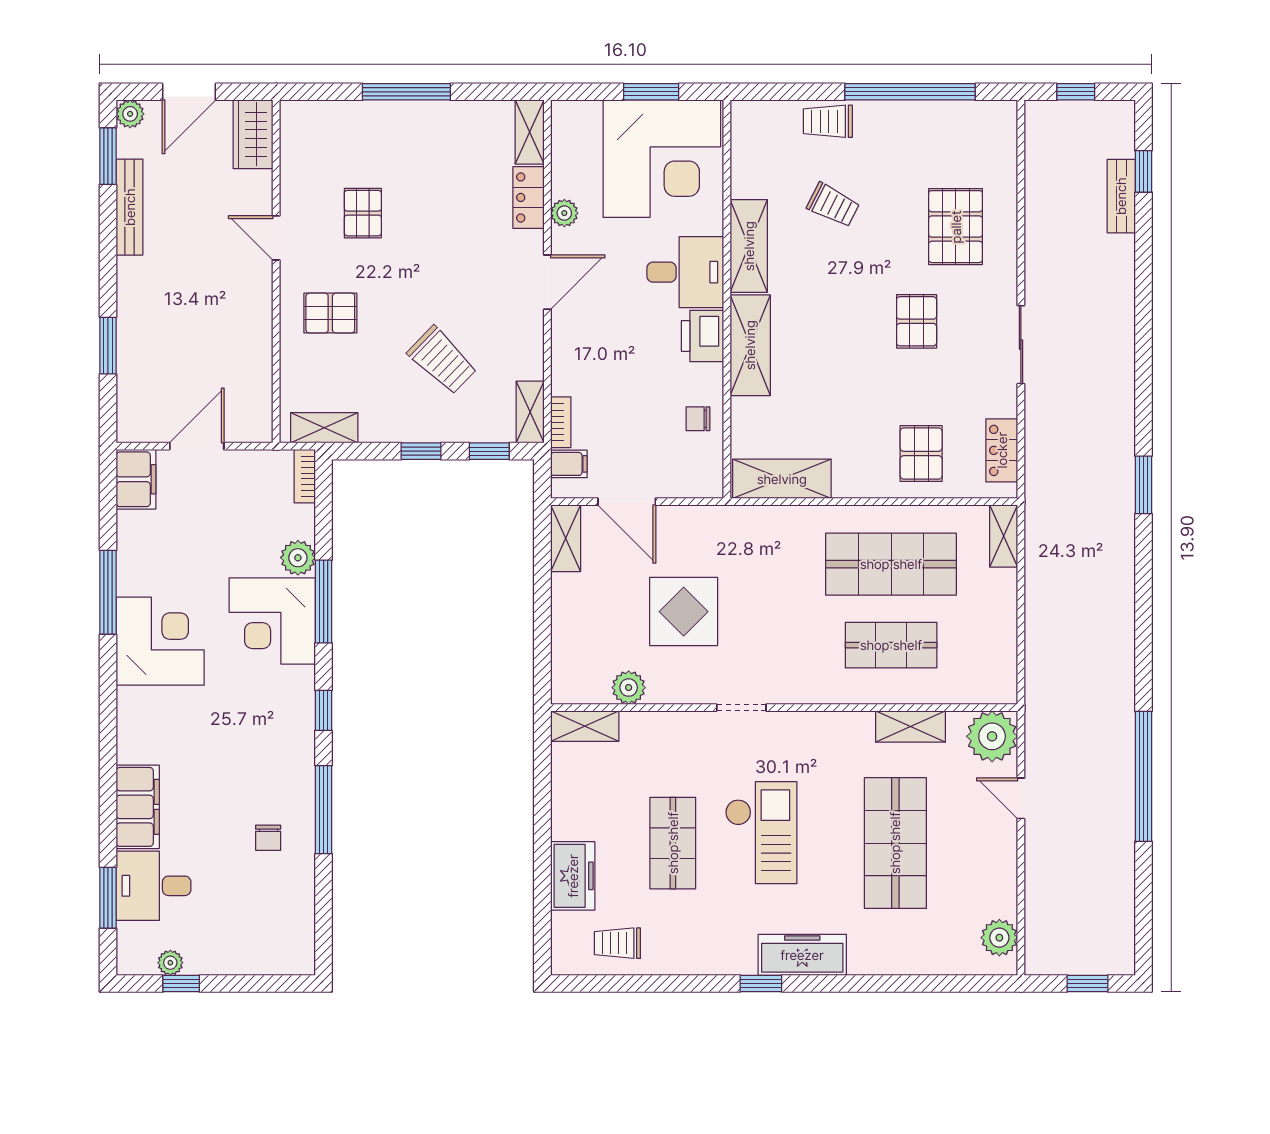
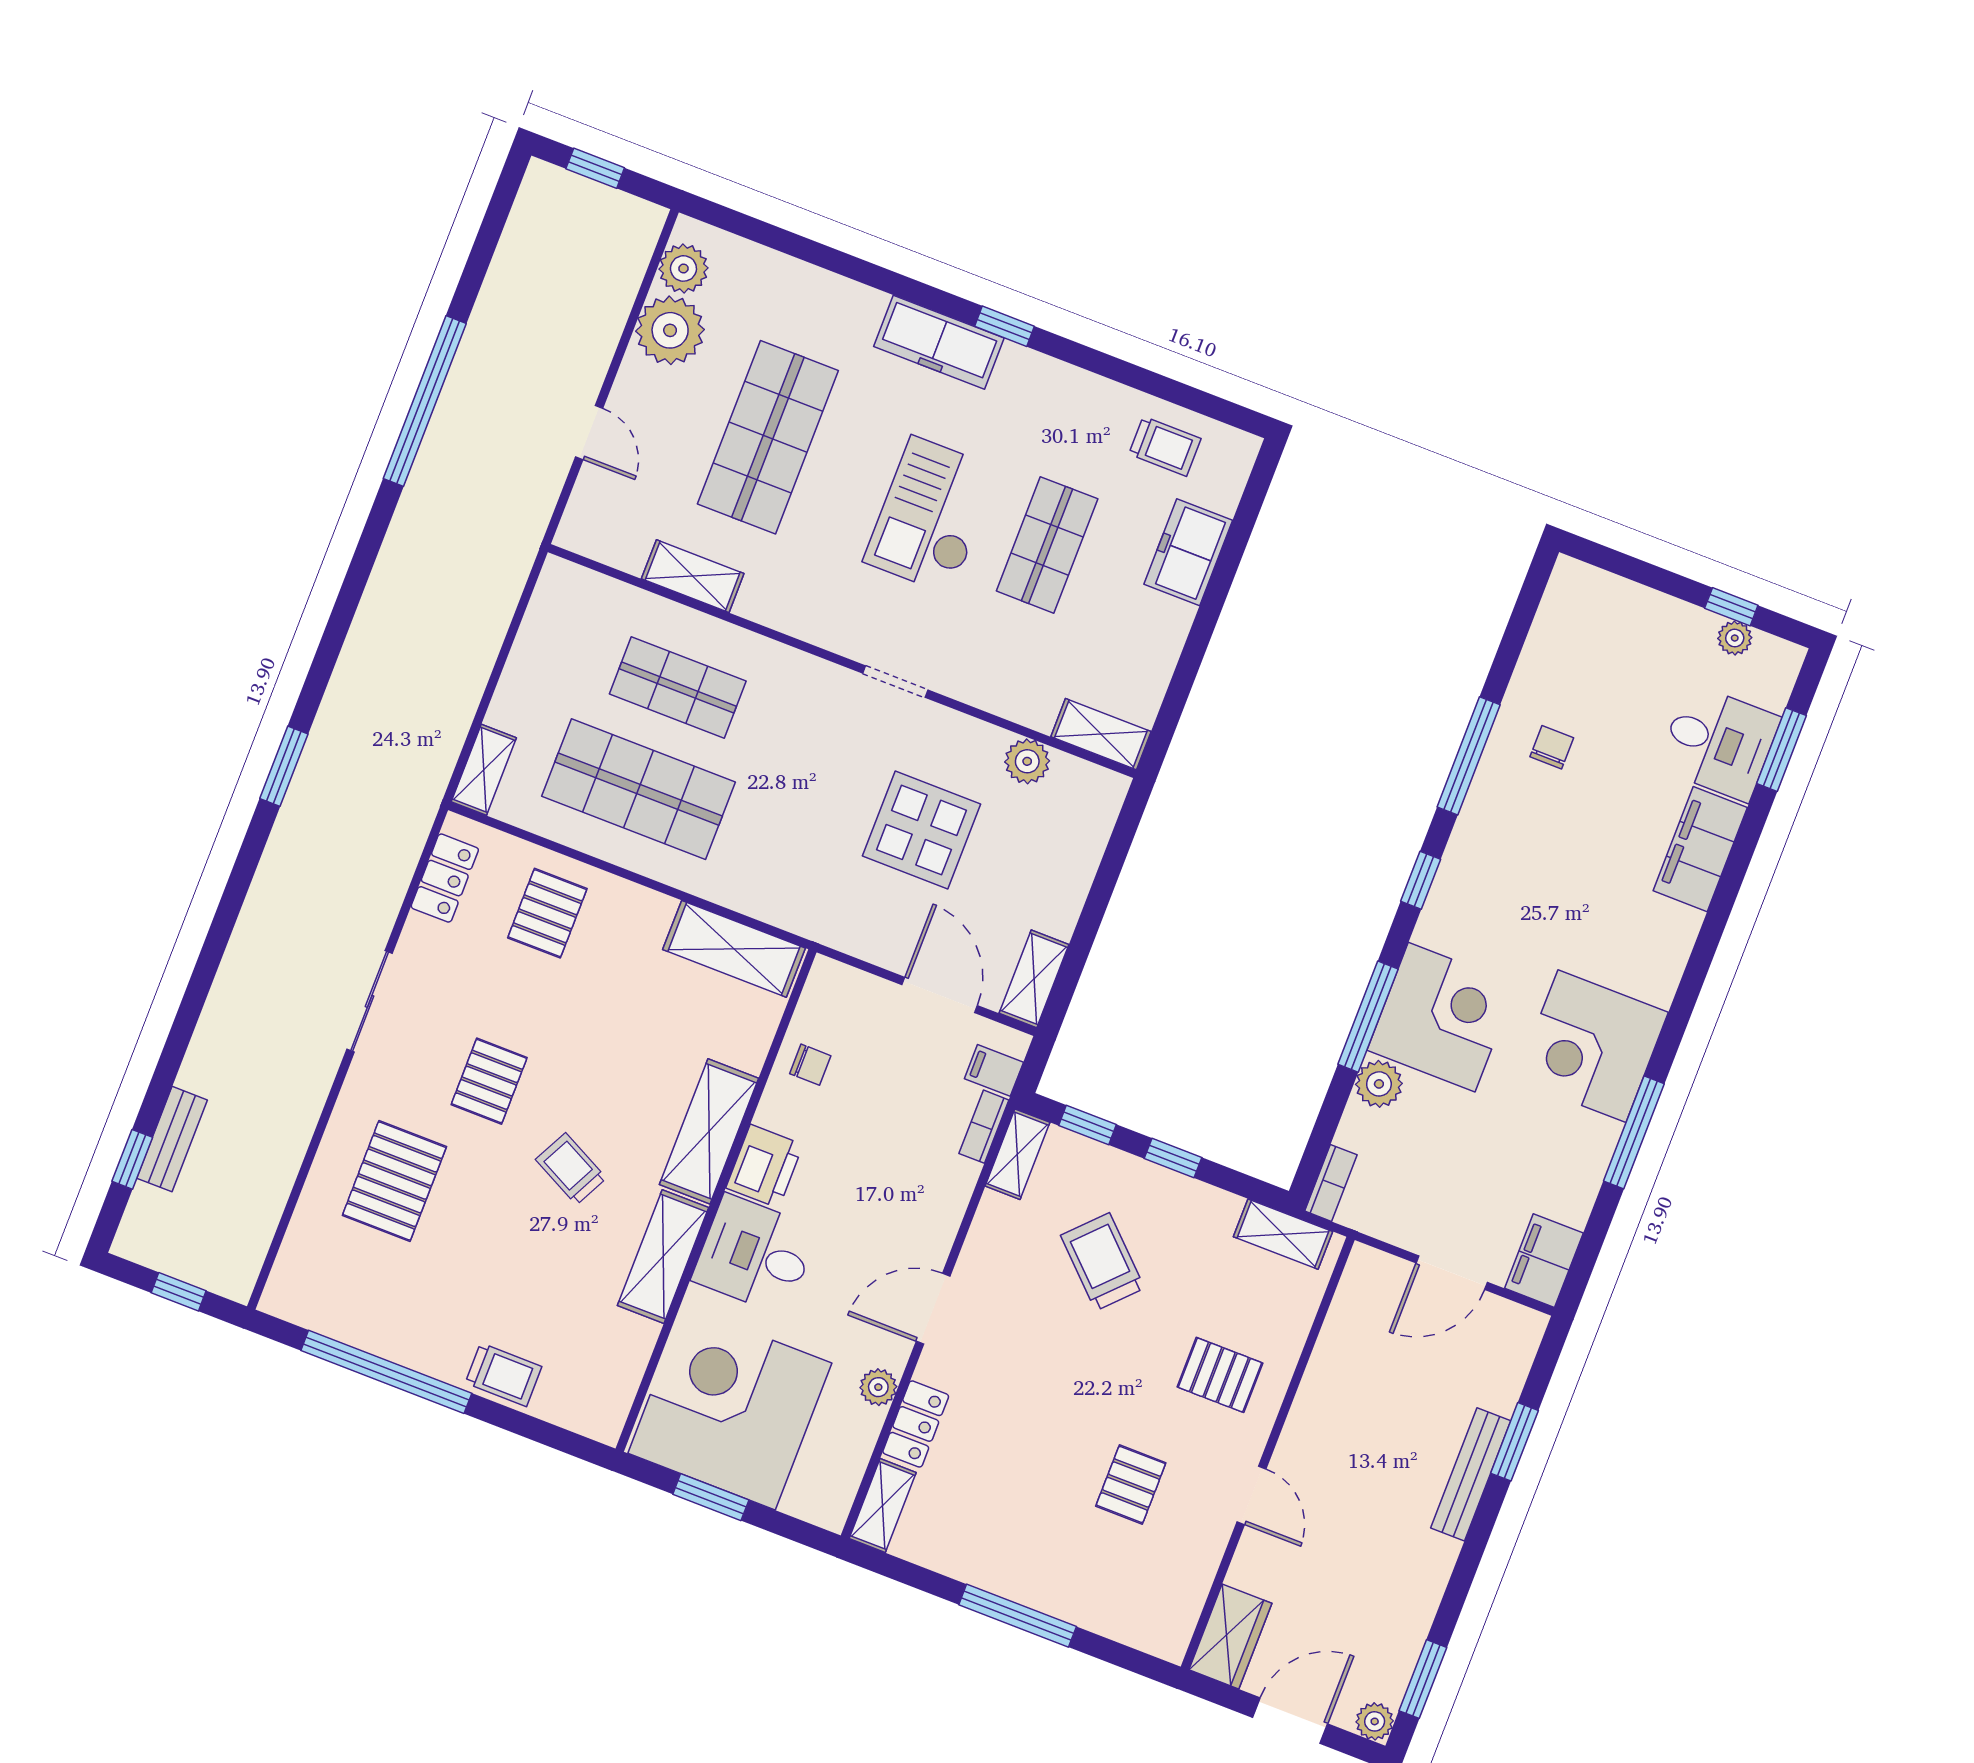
trolley: (833, 205) -> (571, 1169), moved
bench: (130, 207) -> (1471, 1474), moved
plant: (992, 736) -> (670, 330), moved

